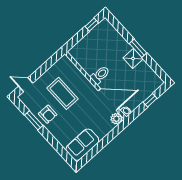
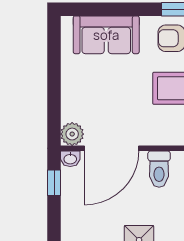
window: (150, 100) -> (54, 183), moved
sofa: (82, 145) -> (106, 35), moved, turned 90

